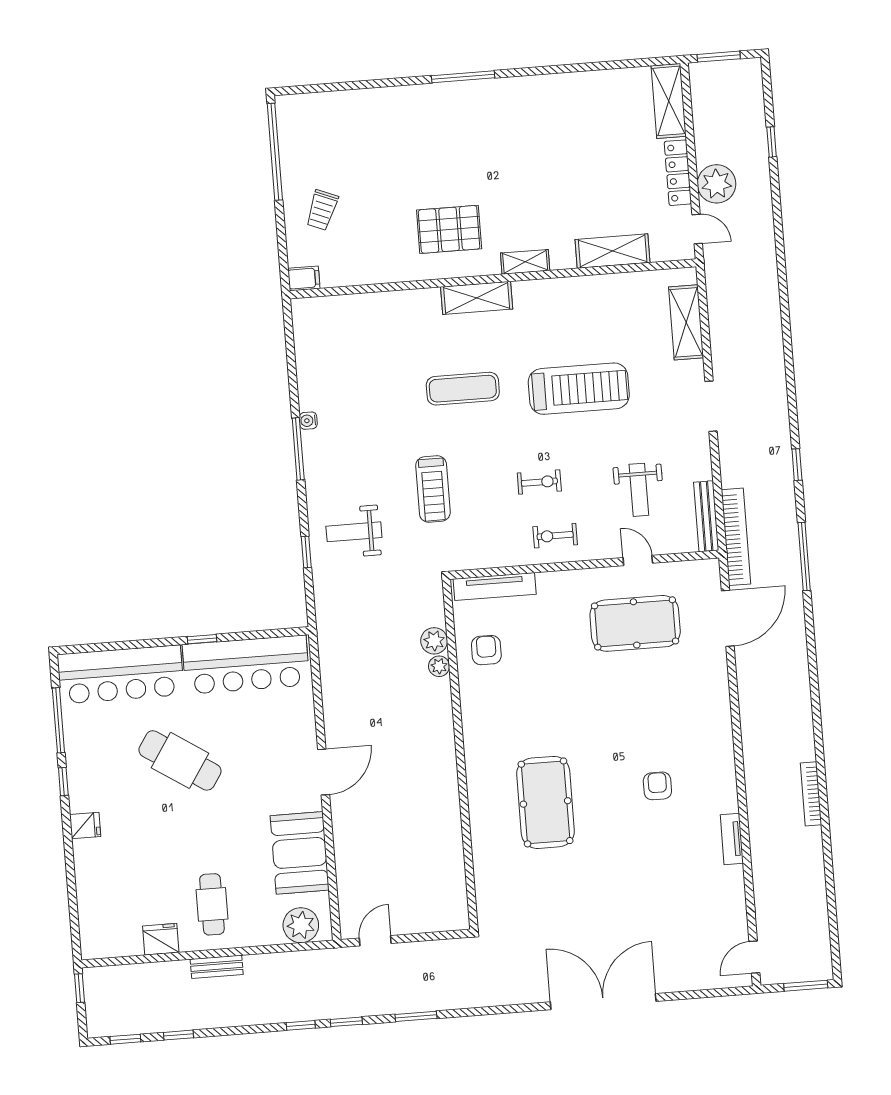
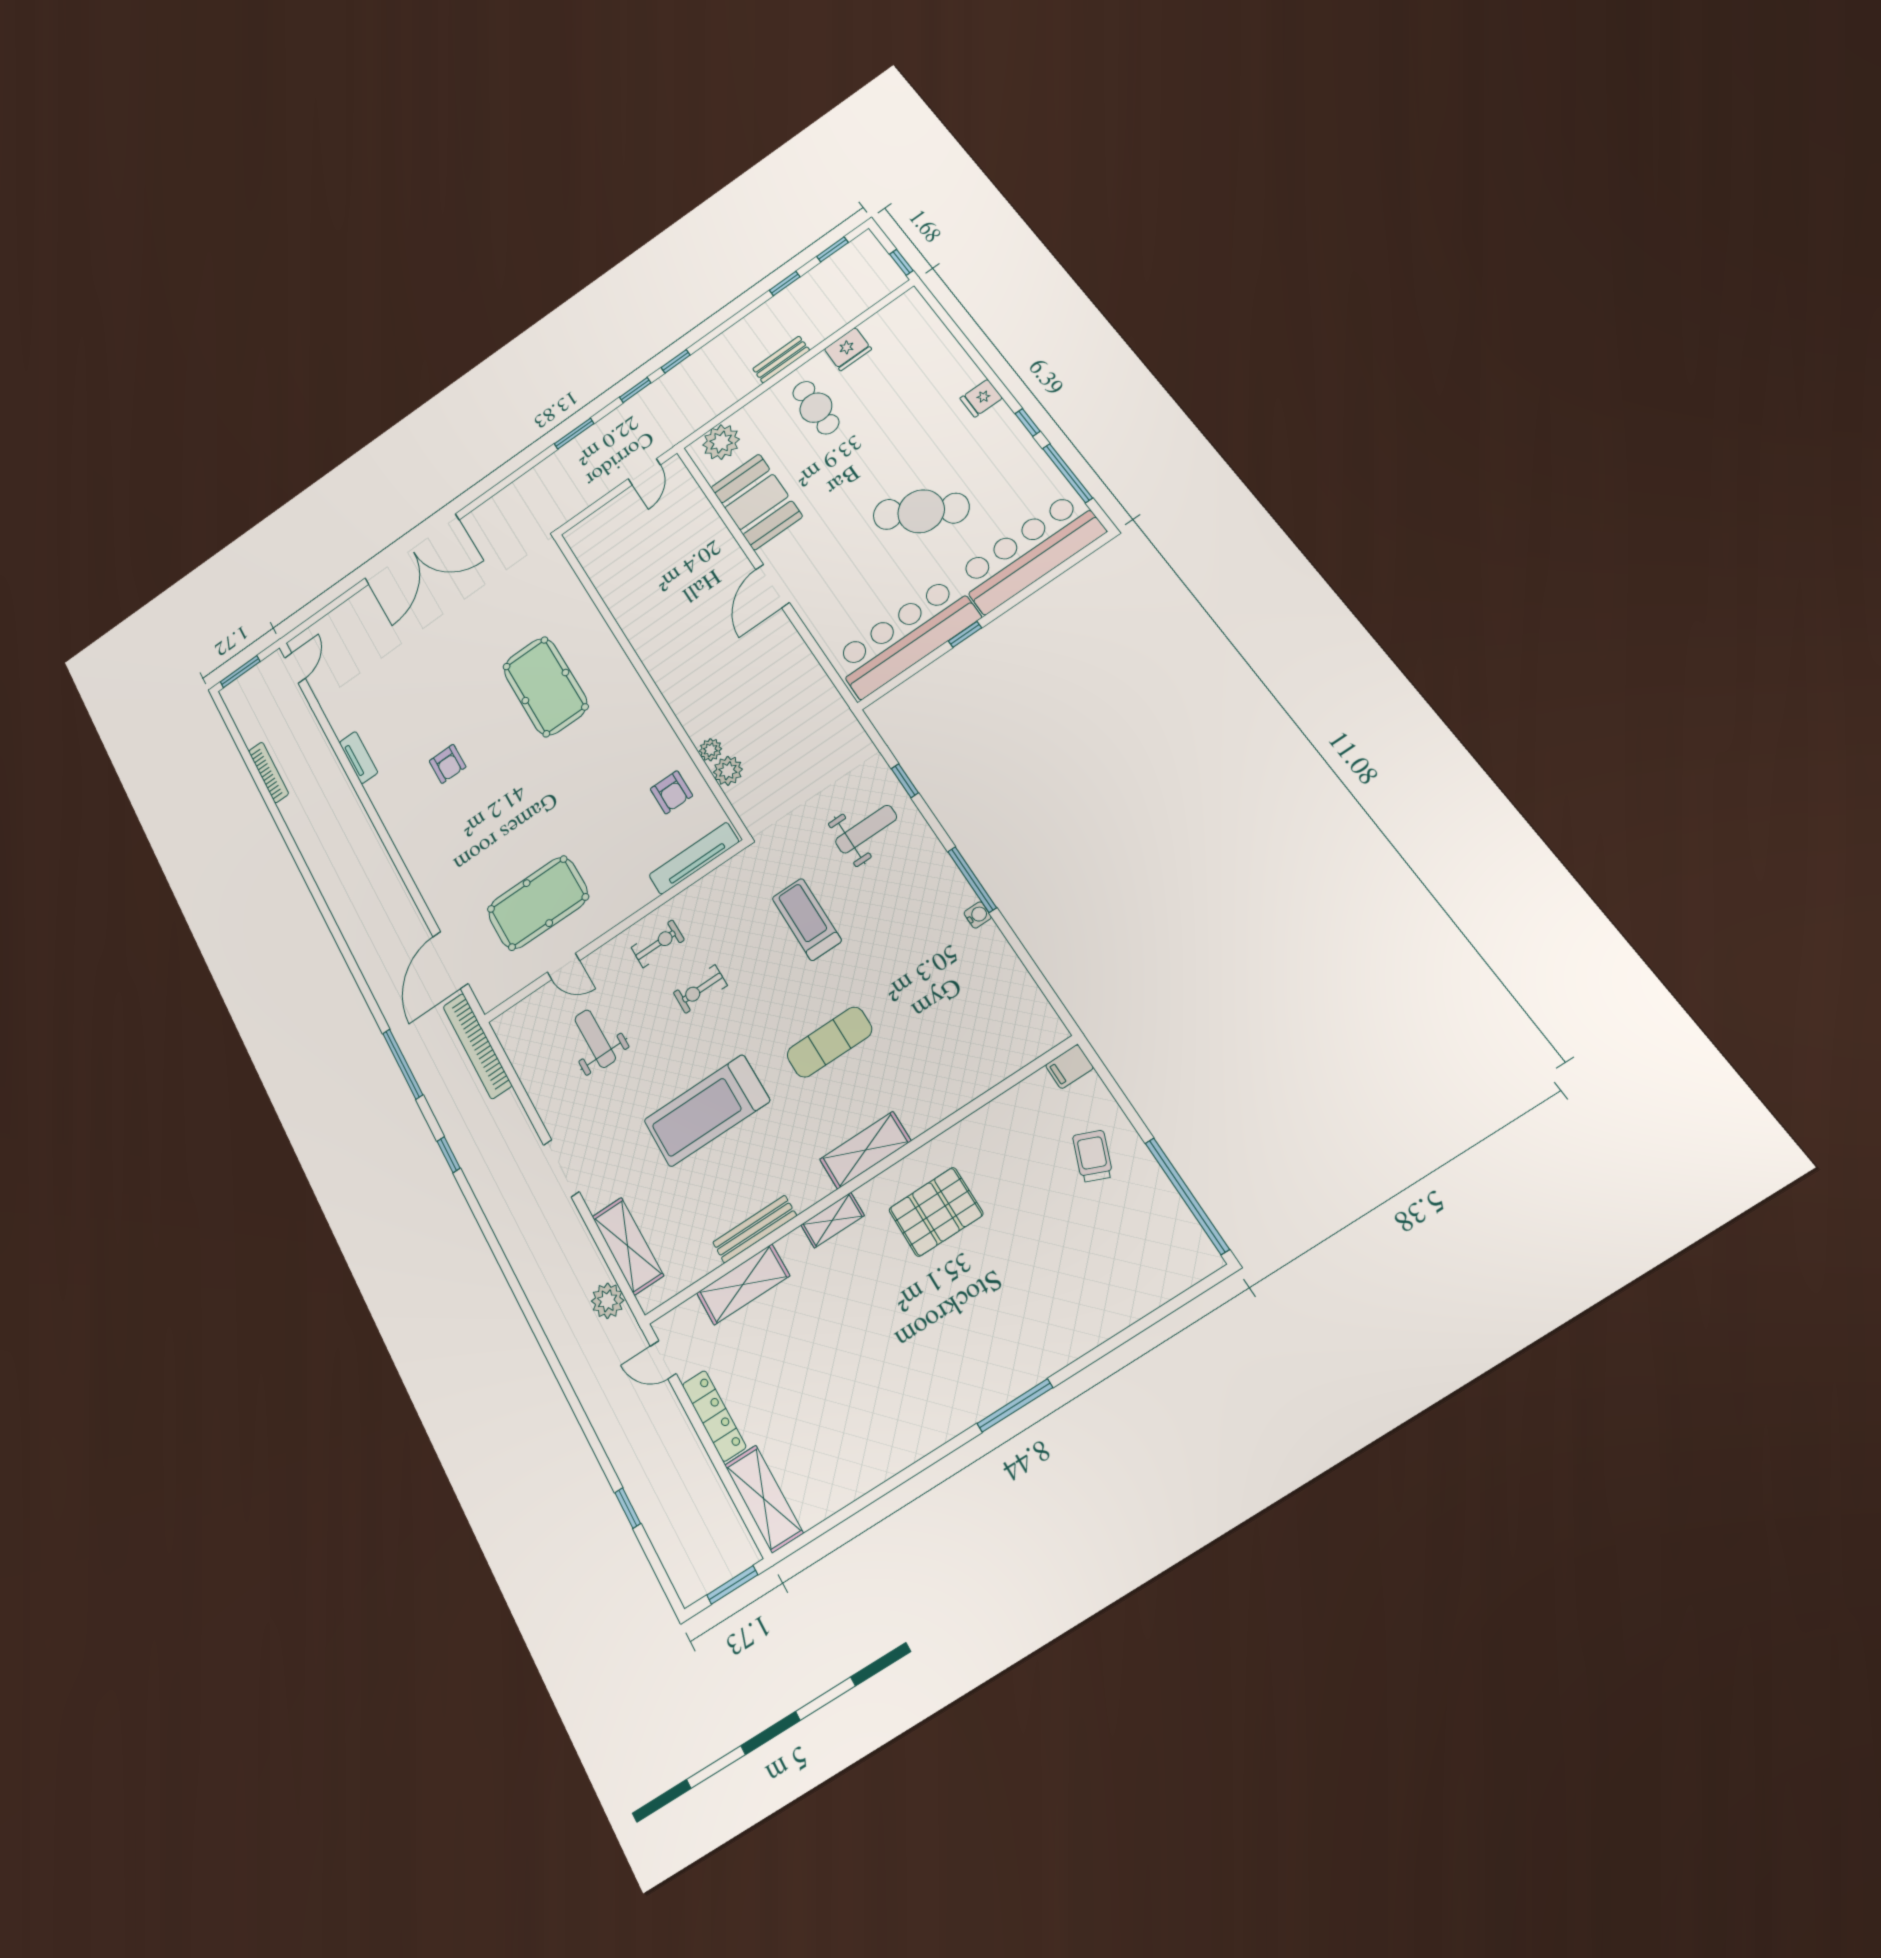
plant: (717, 184) -> (608, 1301), moved, width x0.73, depth x0.73
bench: (706, 516) -> (755, 1229), moved, turned 90
bookcase: (811, 794) -> (269, 772), moved

